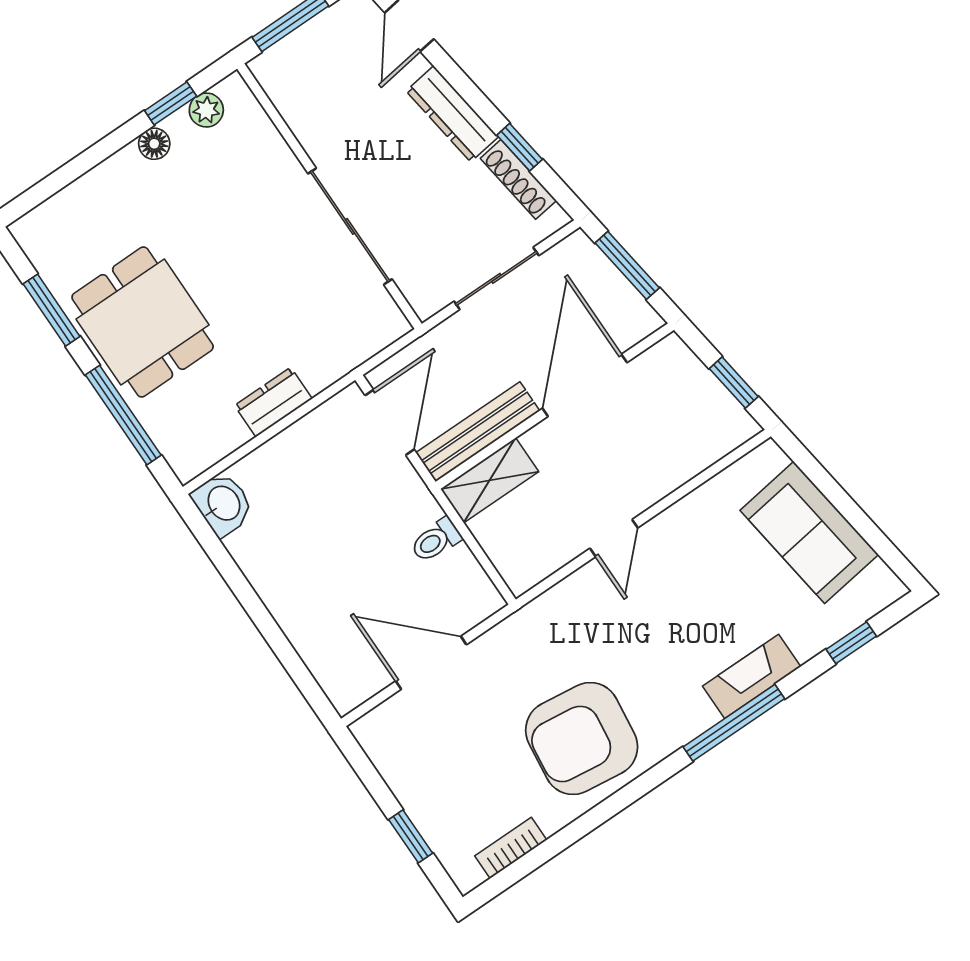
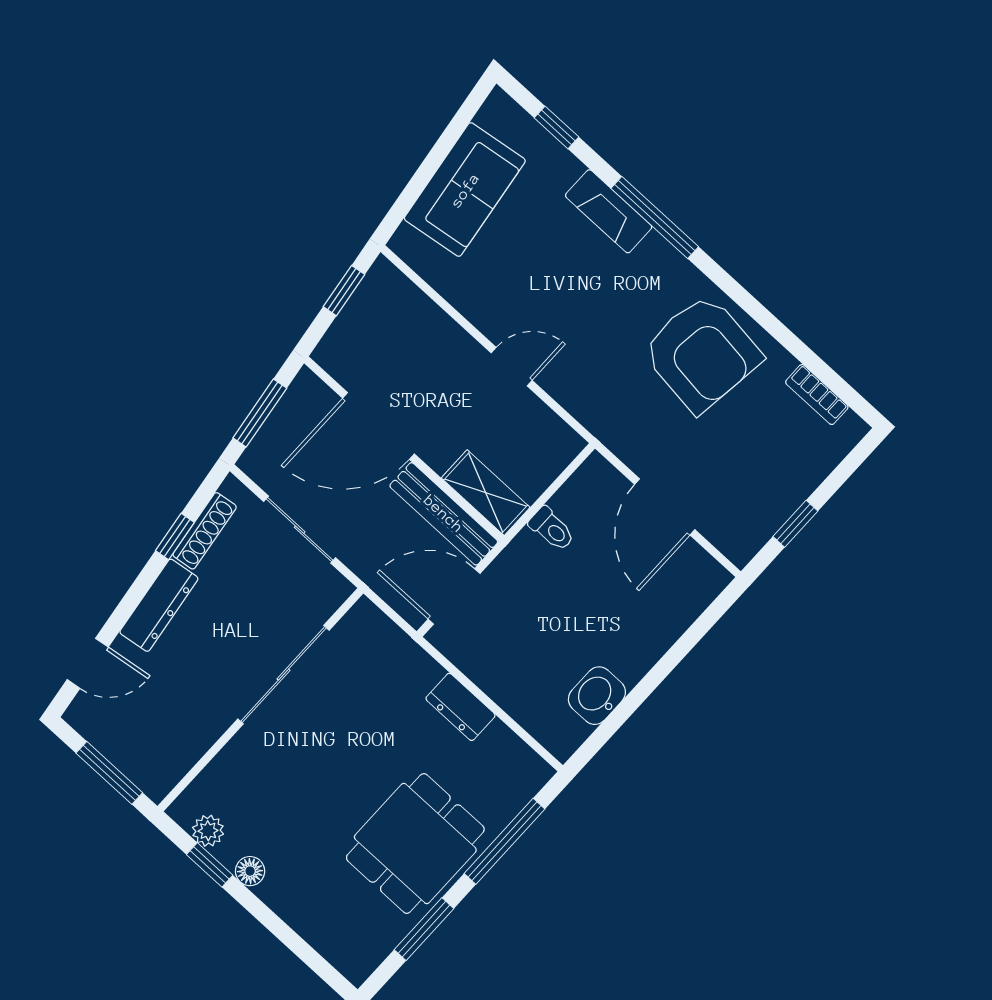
washbasin: (223, 504) -> (597, 696), moved
window: (411, 836) -> (795, 524), moved

